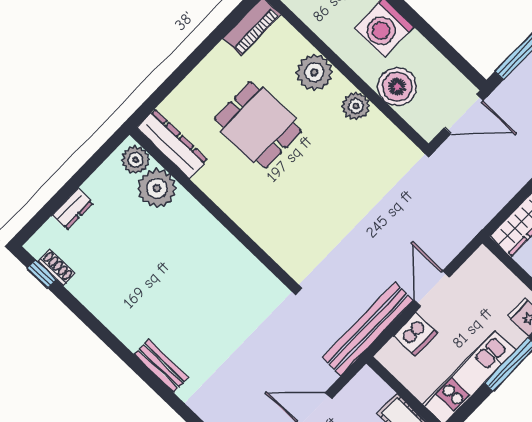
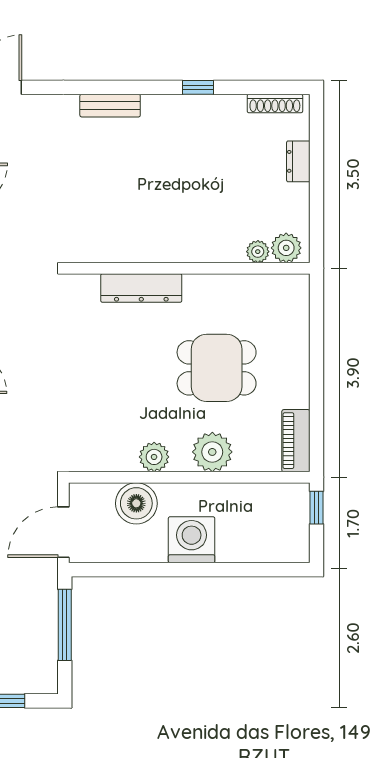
dresser: (172, 144) -> (141, 288), moved
plant: (157, 188) -> (258, 252), width x0.53, depth x0.53
shoe rack: (56, 267) -> (275, 103), width x1.43
window: (42, 274) -> (198, 87), moved

